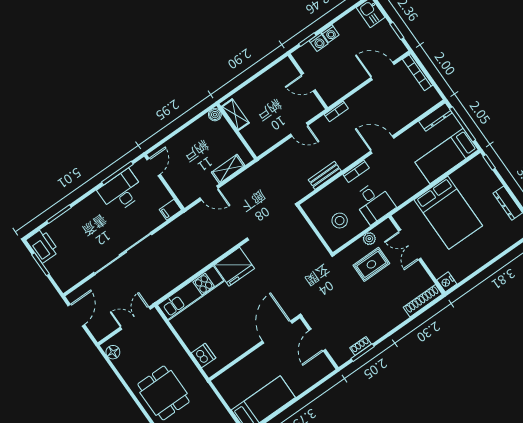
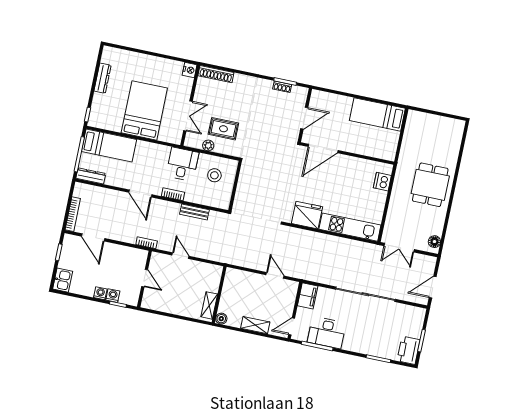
shelving: (228, 169) -> (255, 325), moved
filing cabinet: (170, 210) -> (308, 296), width x2.00

